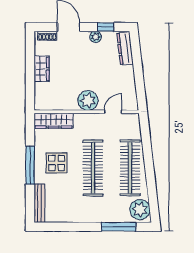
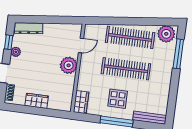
door: (113, 112) -> (81, 45), swing flipped
wardrobe: (54, 121) -> (81, 102), width x0.67

